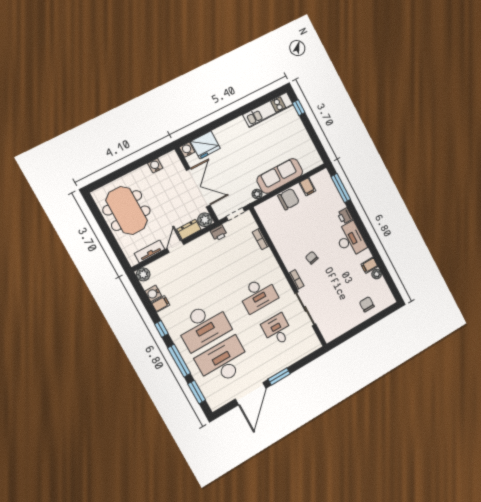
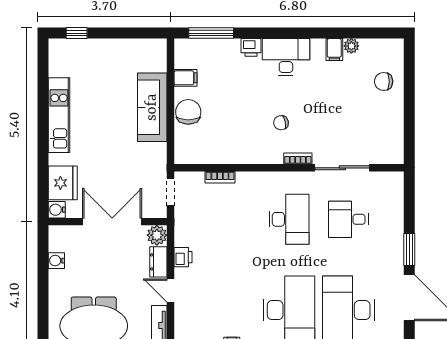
kitchen unit: (268, 110) -> (59, 115), moved
plant: (257, 194) -> (160, 150), removed
printer: (219, 233) -> (183, 257), moved

